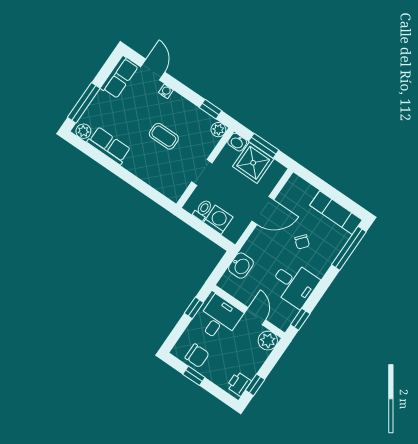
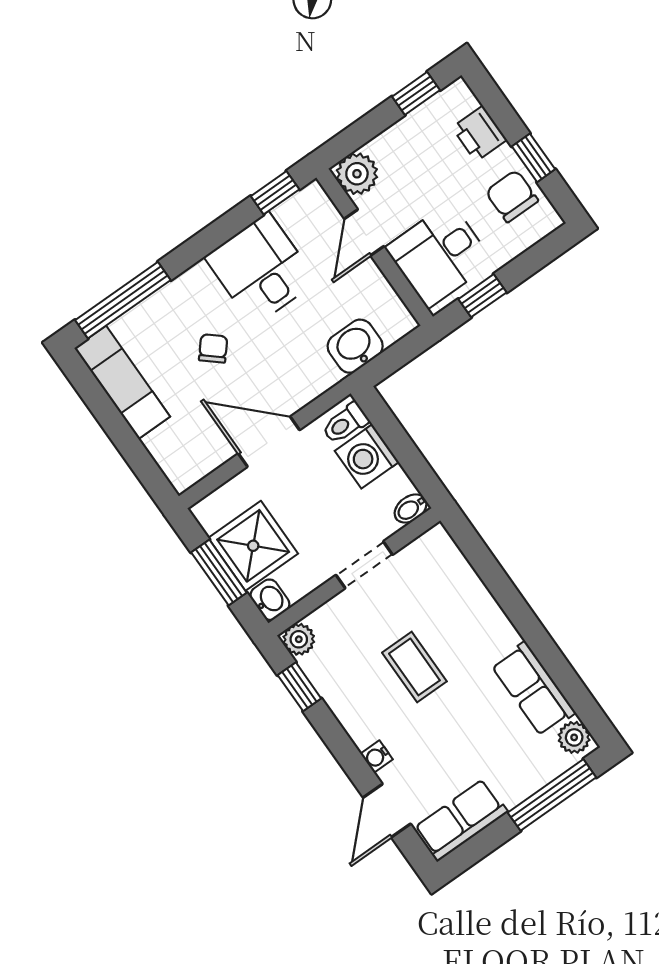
bidet: (191, 204) -> (411, 509), added
toilet: (203, 210) -> (345, 423), moved
printer: (239, 384) -> (479, 134), moved, turned 90

